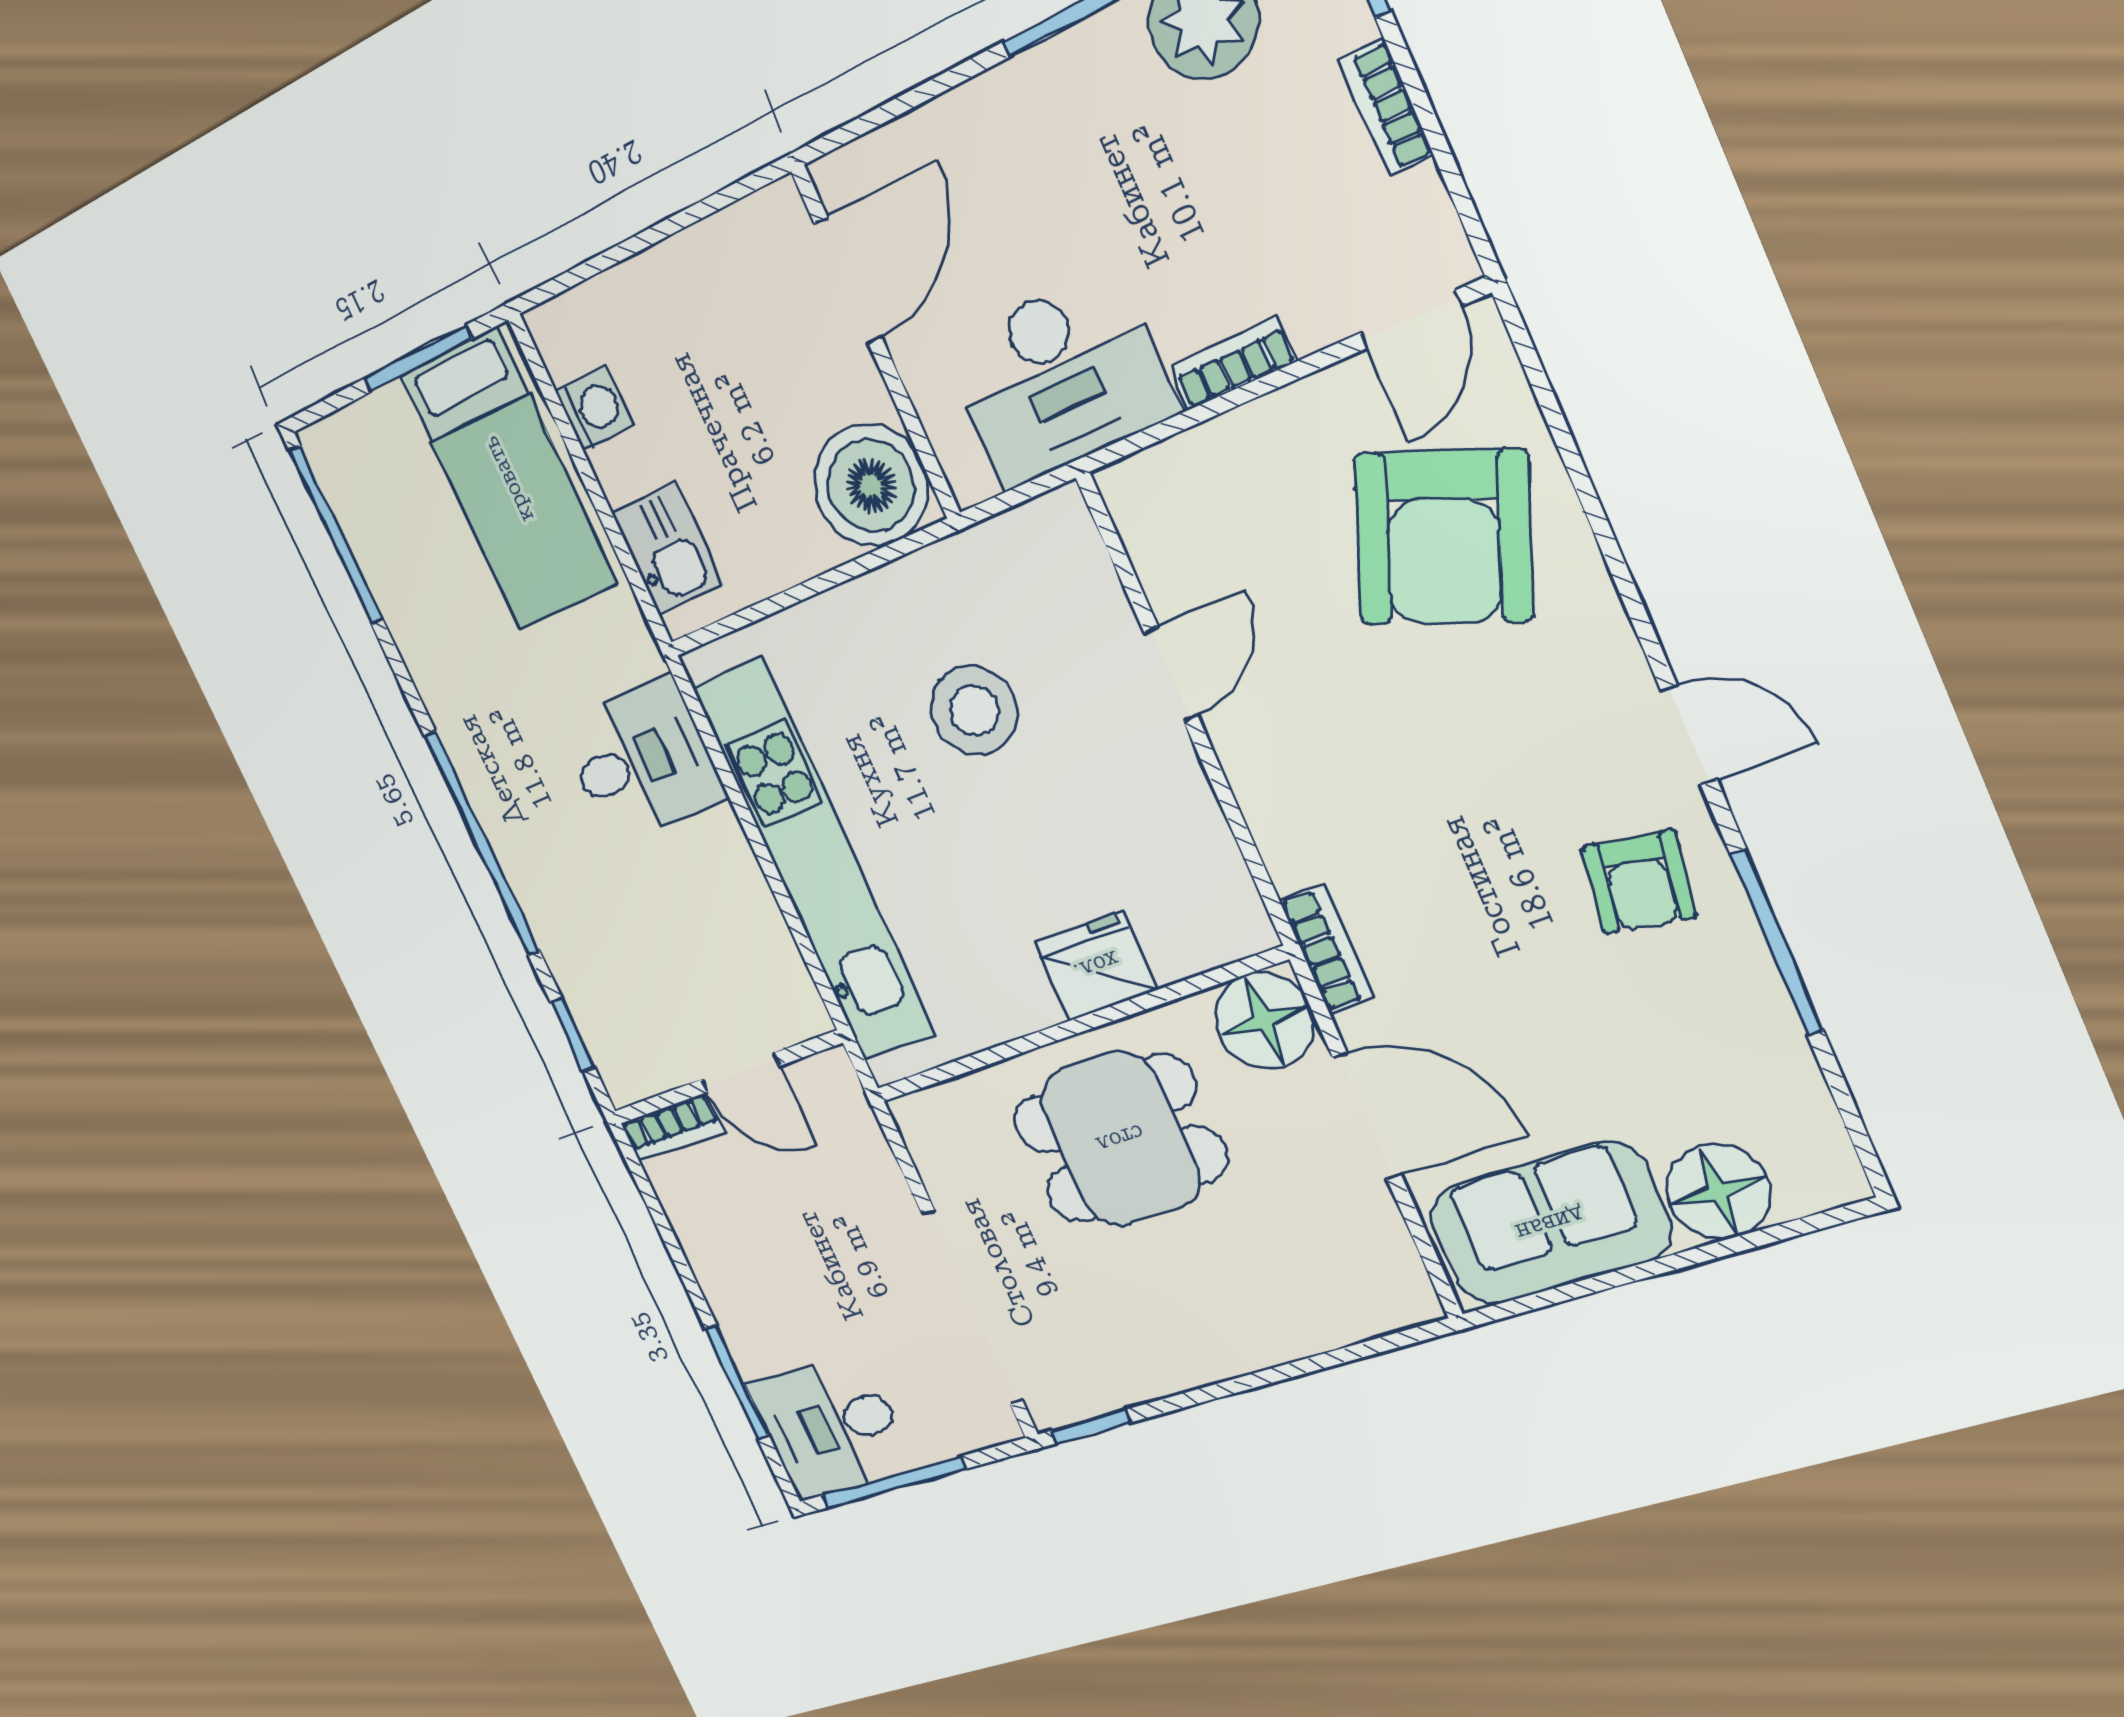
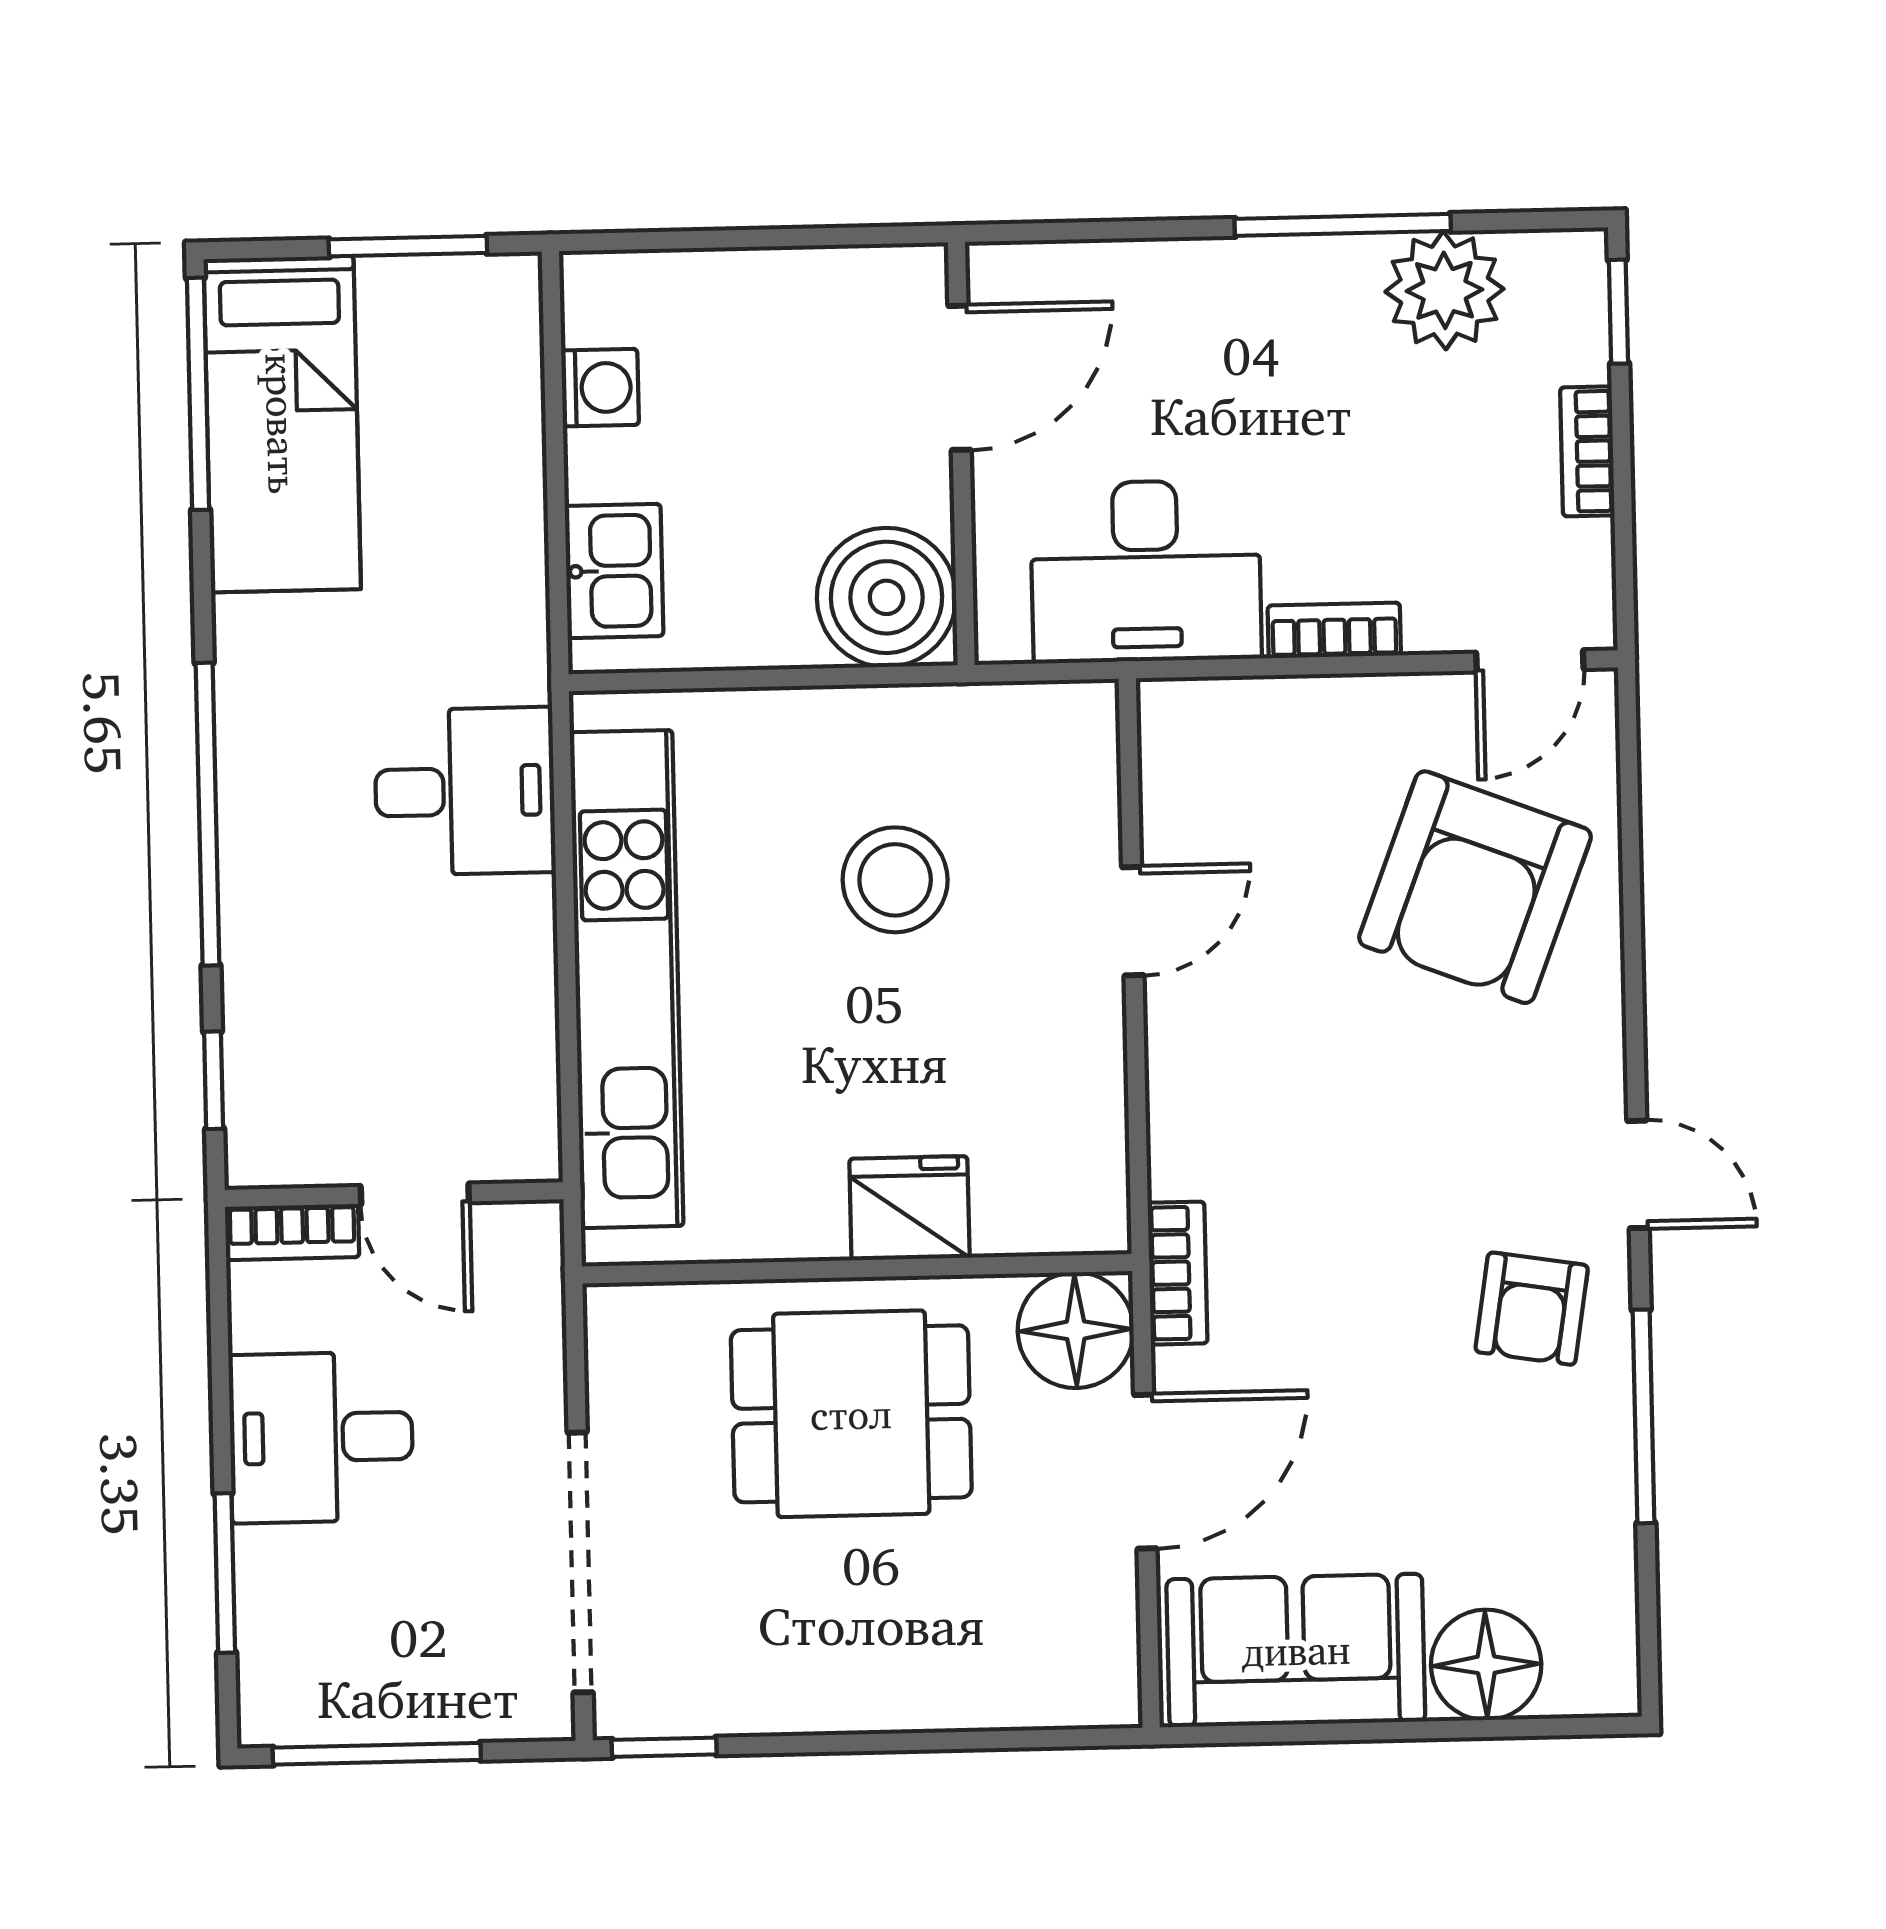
bed: (508, 479) -> (282, 424), moved
door: (1367, 1116) -> (1145, 1472), hinge flipped
desk: (831, 1426) -> (321, 1437), moved

